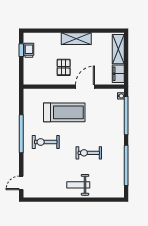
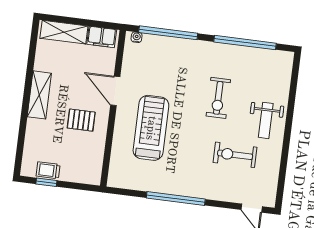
exercise bike: (46, 142) -> (235, 155), moved, turned 90

